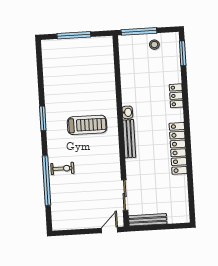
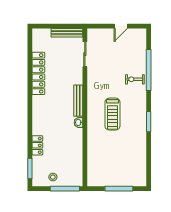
locker: (176, 96) -> (37, 145), moved
treadmill: (87, 125) -> (112, 114), turned -90
locker: (178, 148) -> (38, 73), moved
door: (110, 230) -> (121, 26), moved

